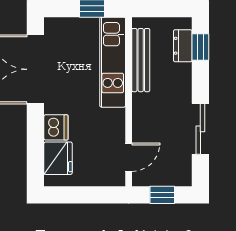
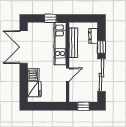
window: (200, 47) -> (101, 47), moved
sliding door: (200, 129) -> (101, 75), width x1.37
door: (129, 157) -> (68, 75), moved

